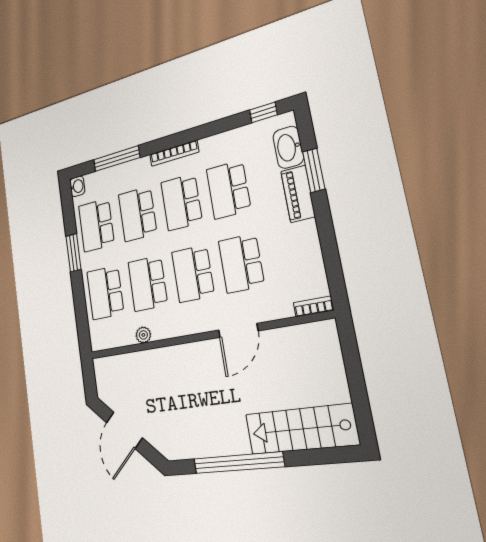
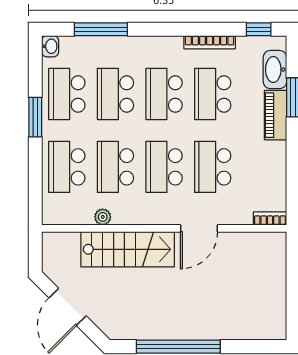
bookcase: (174, 153) -> (210, 42), moved
stairs: (301, 429) -> (128, 249), moved, turned 180

